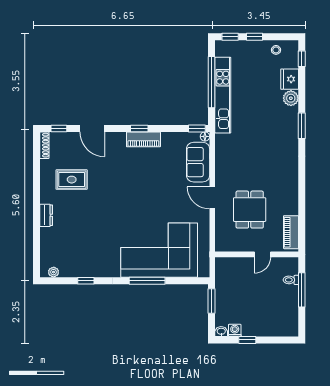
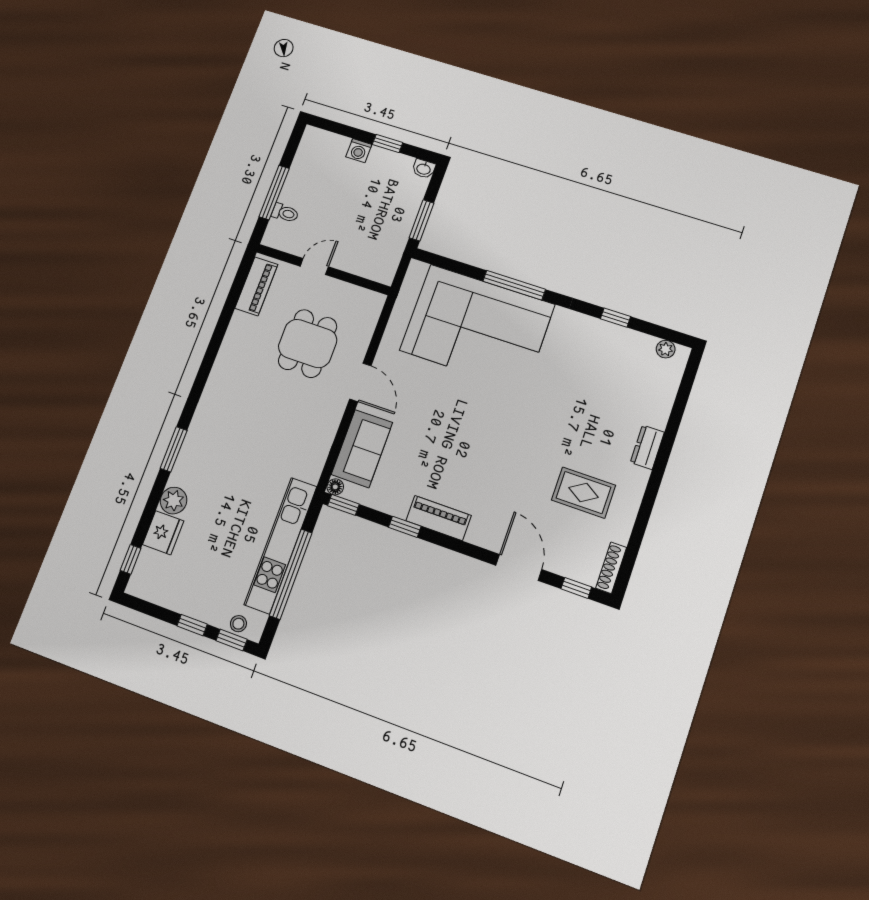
stool: (276, 50) -> (238, 624), moved
window: (139, 128) -> (405, 527), moved
washing machine: (235, 330) -> (359, 151), moved

